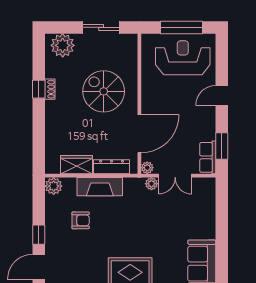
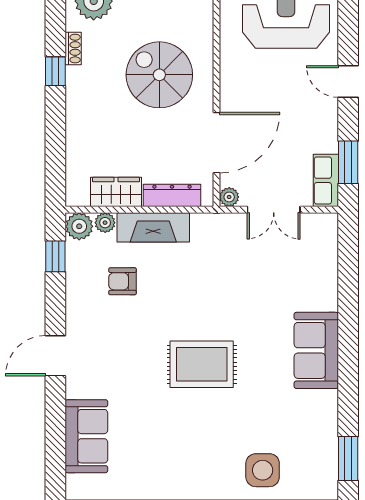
shoe rack: (50, 89) -> (73, 49), moved
door: (222, 96) -> (348, 82), hinge flipped
plant: (151, 184) -> (105, 223), moved
armchair: (81, 220) -> (122, 281), turned 180
window: (39, 235) -> (55, 256), moved

